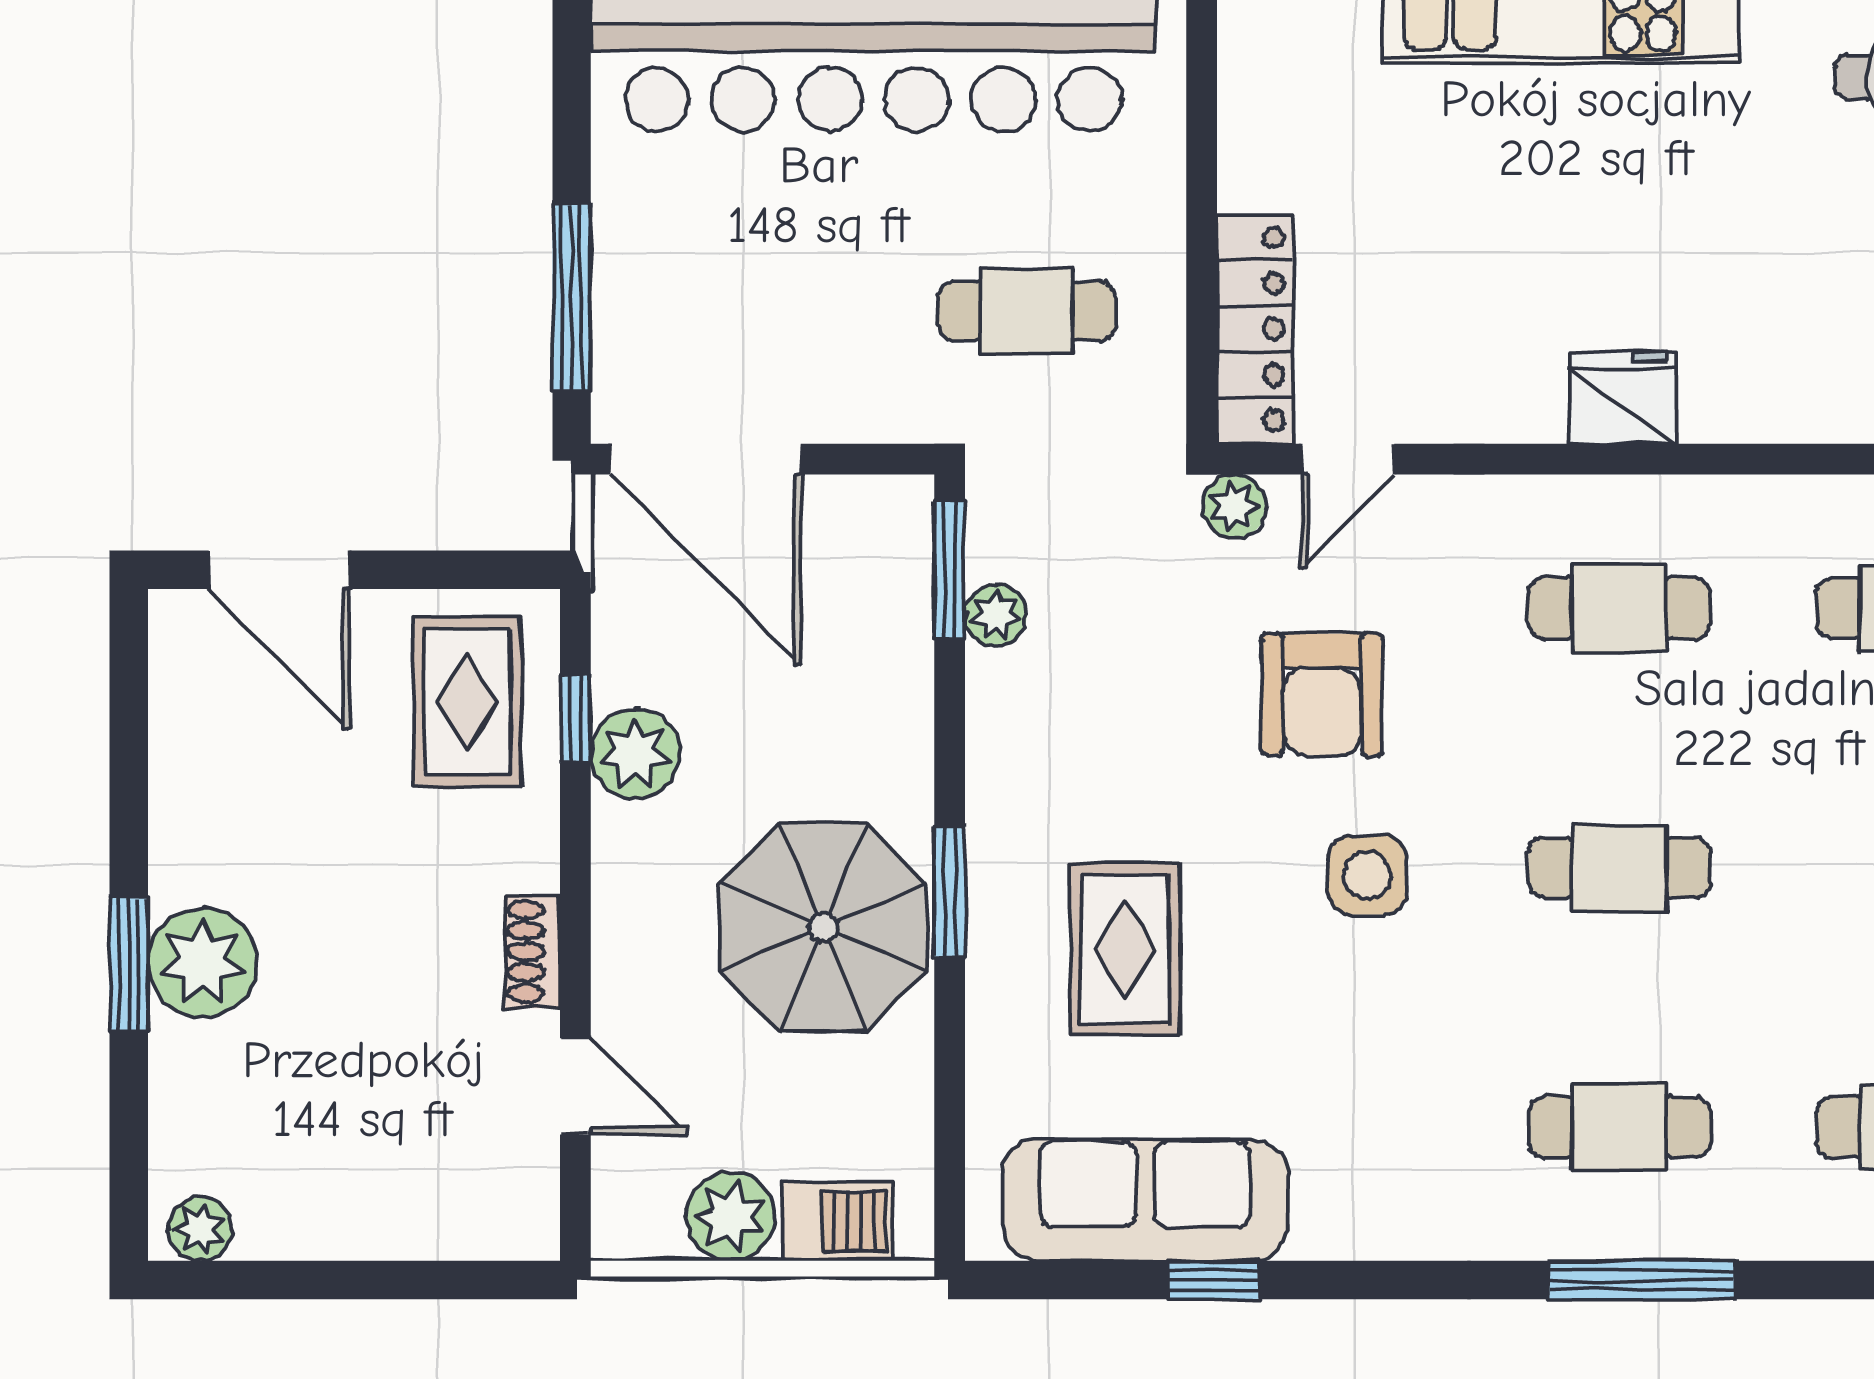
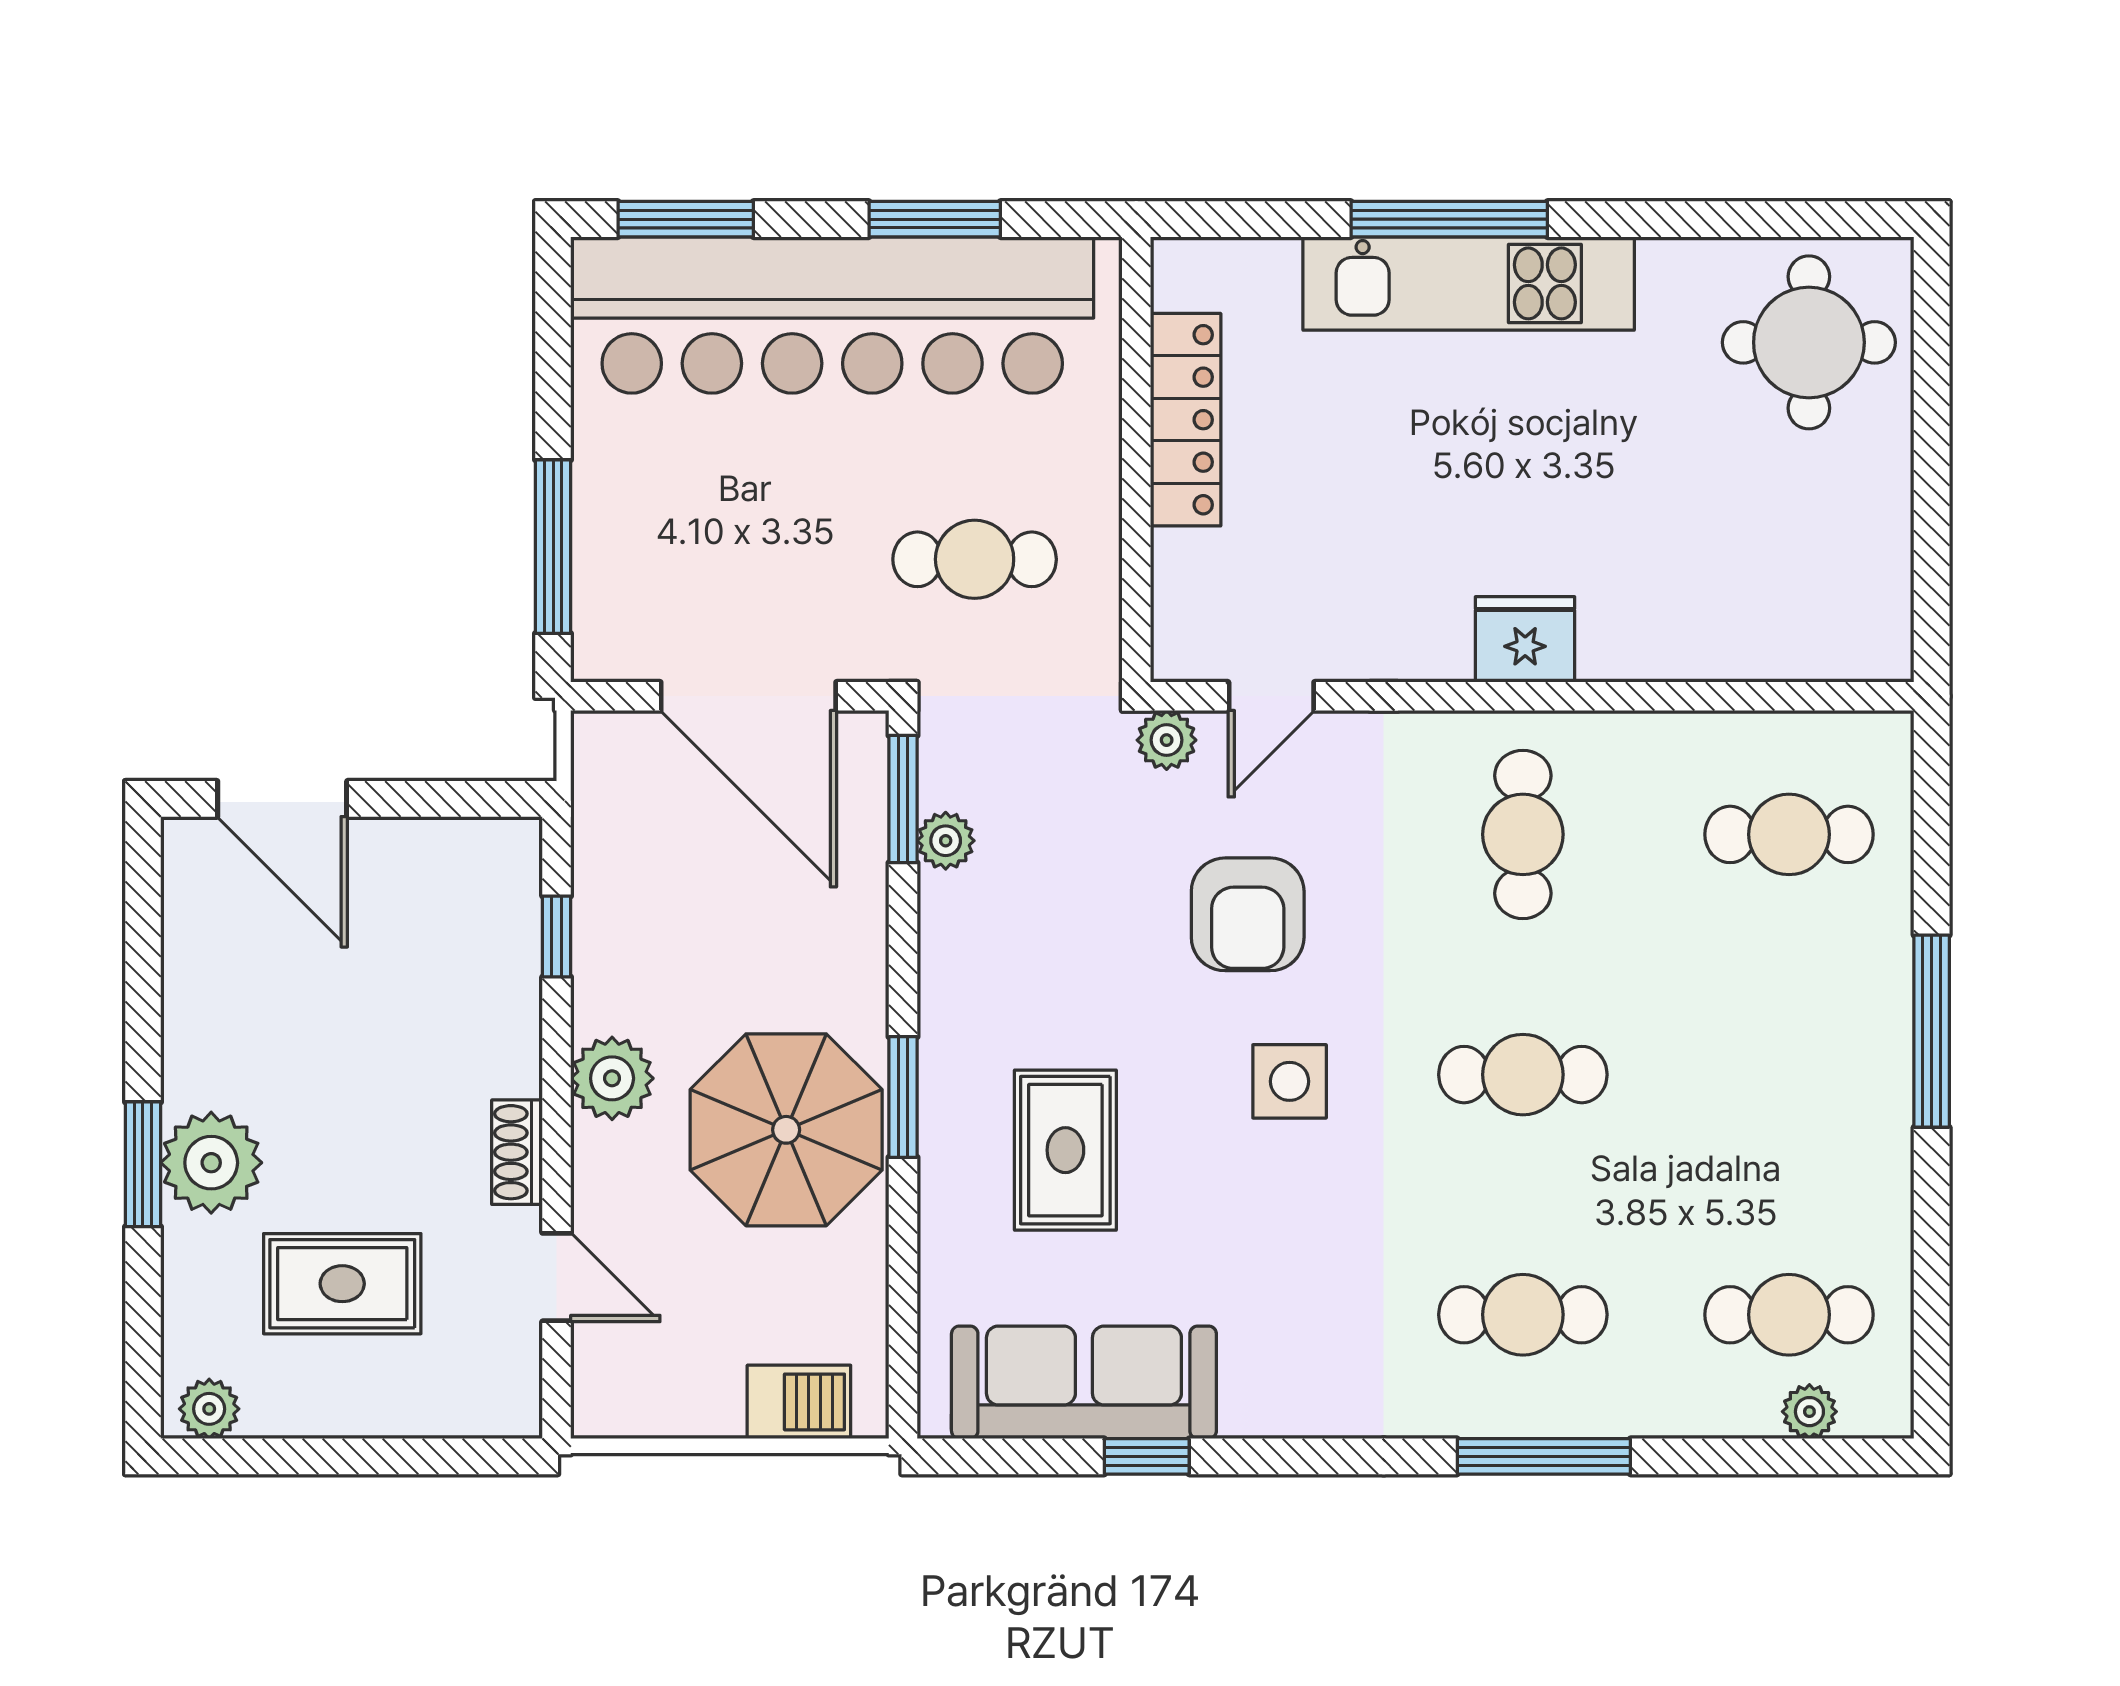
locker: (1255, 329) -> (1186, 420), moved
door: (706, 459) -> (748, 696), moved
cafe table: (1619, 608) -> (1523, 834), turned 90
rug: (467, 702) -> (342, 1284), moved, turned 90
plant: (635, 754) -> (612, 1078), moved
plant: (731, 1216) -> (700, 1397), removed

